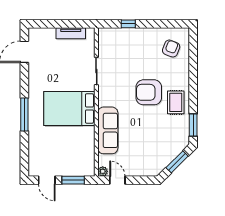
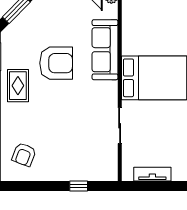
armchair: (149, 92) -> (56, 63), moved

